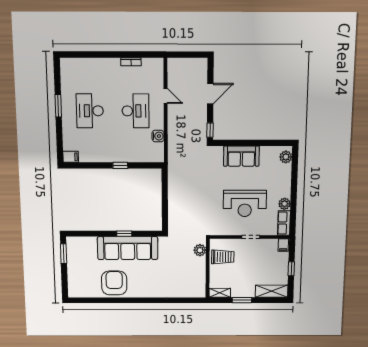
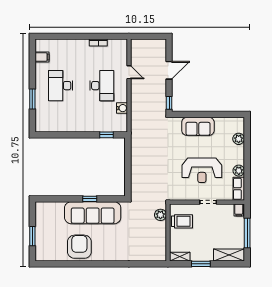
window: (58, 106) -> (32, 99), moved
filing cabinet: (71, 157) -> (42, 57), moved
plant: (286, 157) -> (239, 139), moved
window: (120, 165) -> (107, 135), moved
window: (64, 254) -> (32, 236), moved
window: (291, 269) -> (247, 233), width x2.17

